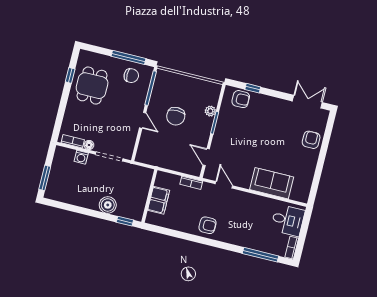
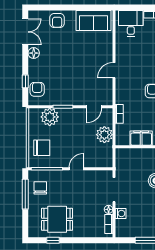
double door: (307, 102) -> (25, 32), swing flipped
floor lamp: (282, 105) -> (34, 53), added
plant: (210, 111) -> (50, 117), width x1.88, depth x1.88
chair: (176, 116) -> (42, 148), moved
armchair: (311, 140) -> (57, 20), turned -90
plant: (172, 161) -> (104, 135), added
sofa: (272, 183) -> (93, 20), moved, turned -90
door: (224, 185) -> (114, 70), moved

